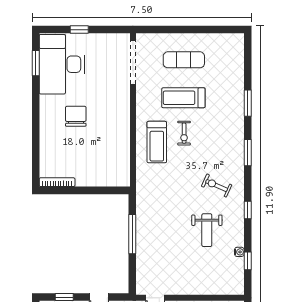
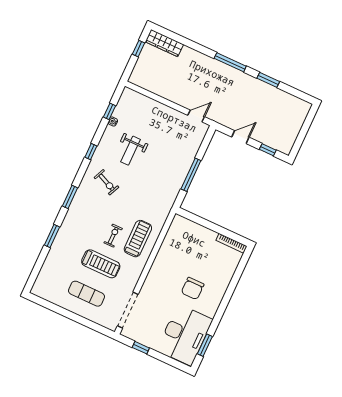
window: (79, 30) -> (141, 348), moved
weight bench: (207, 230) -> (131, 151), turned 180

